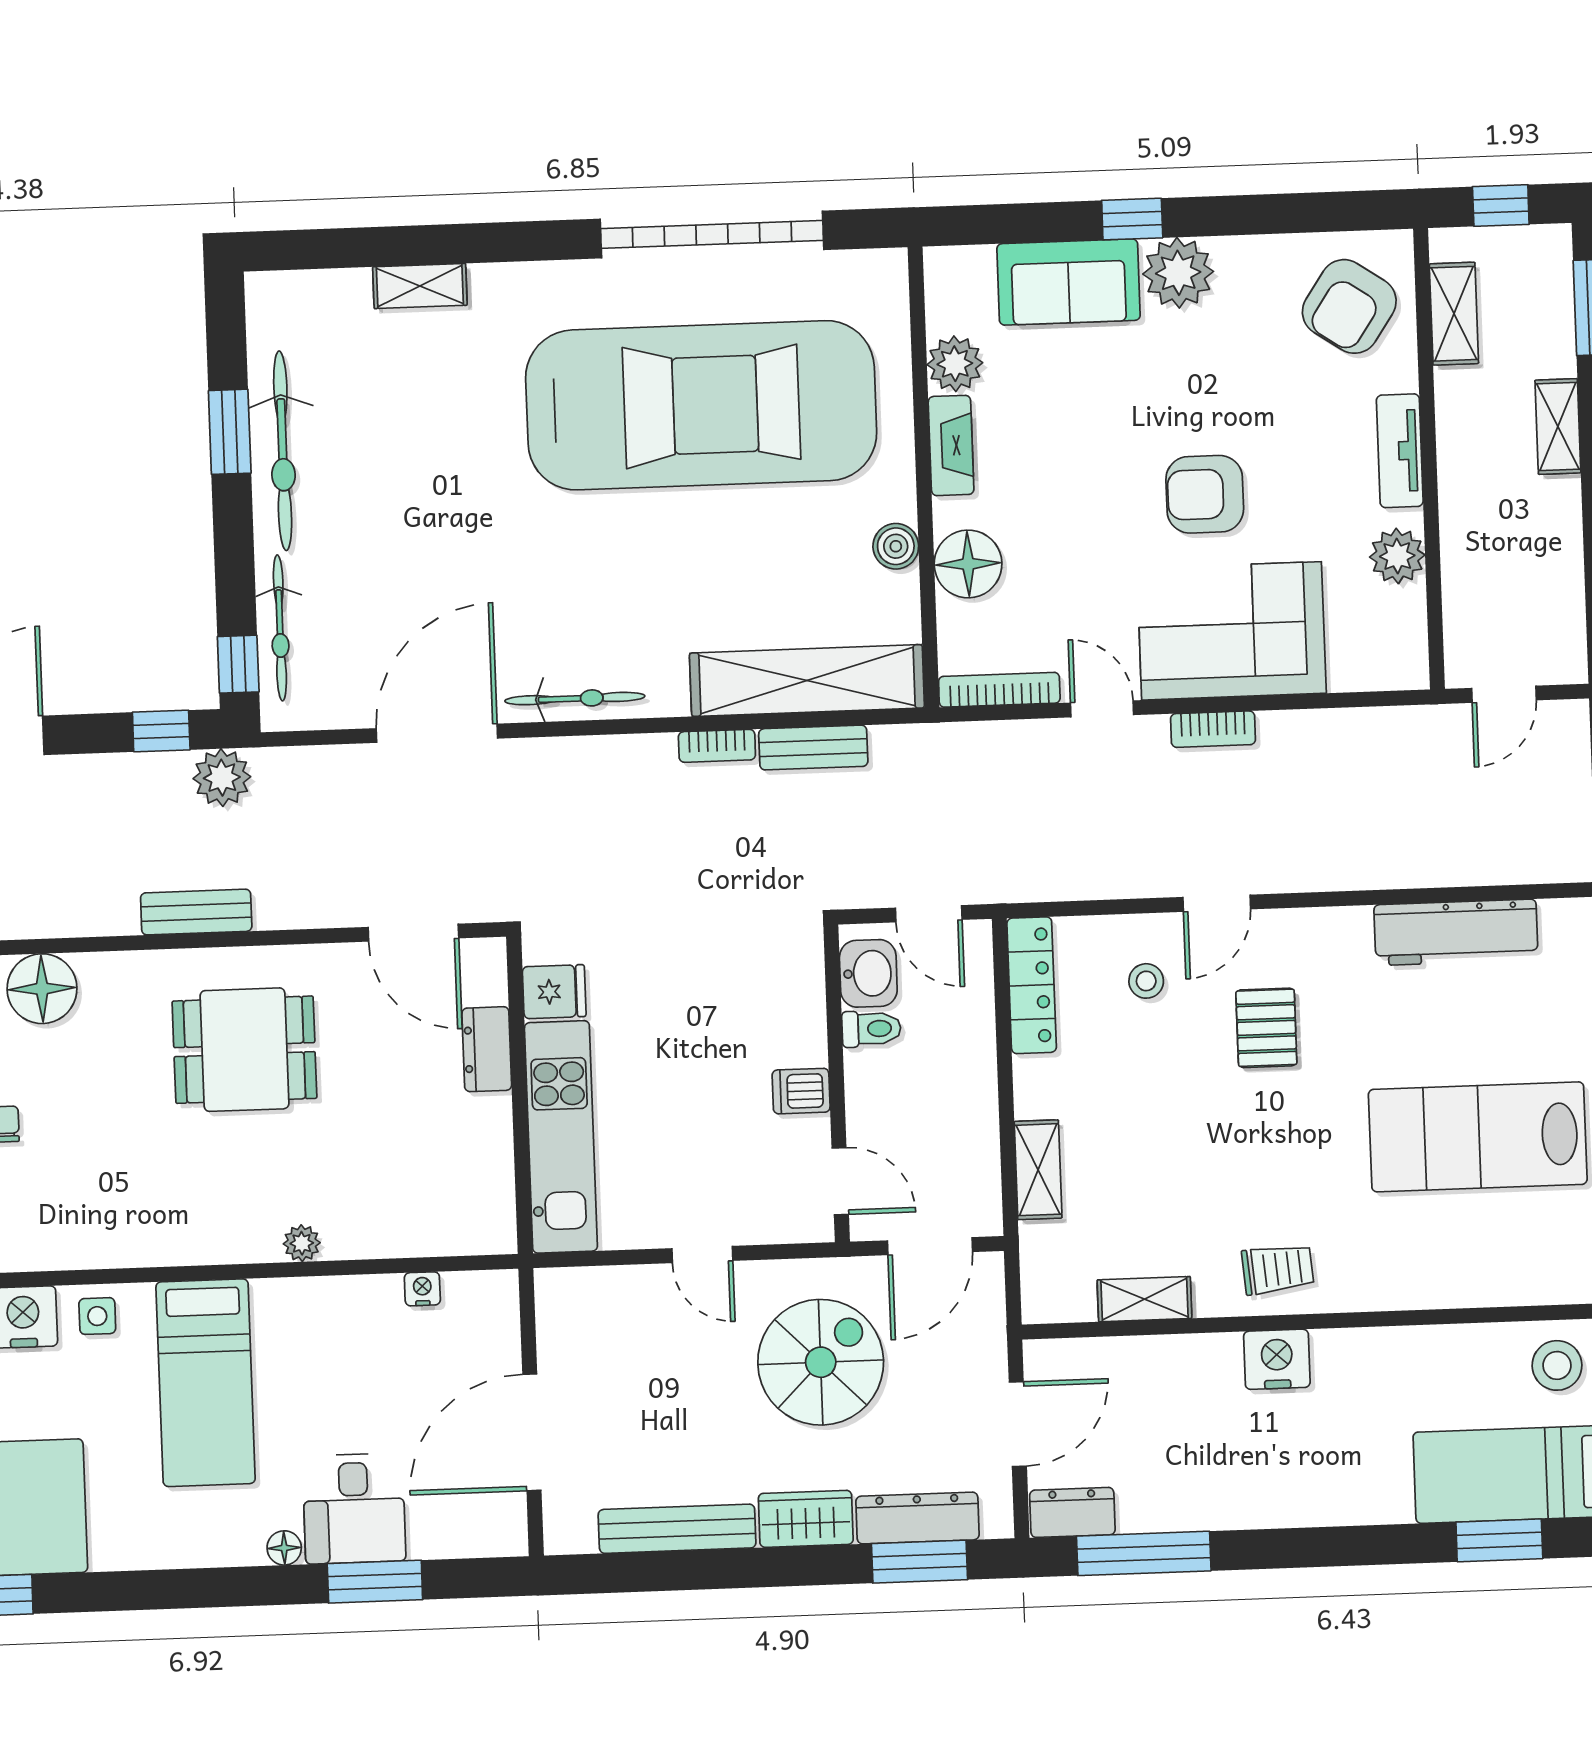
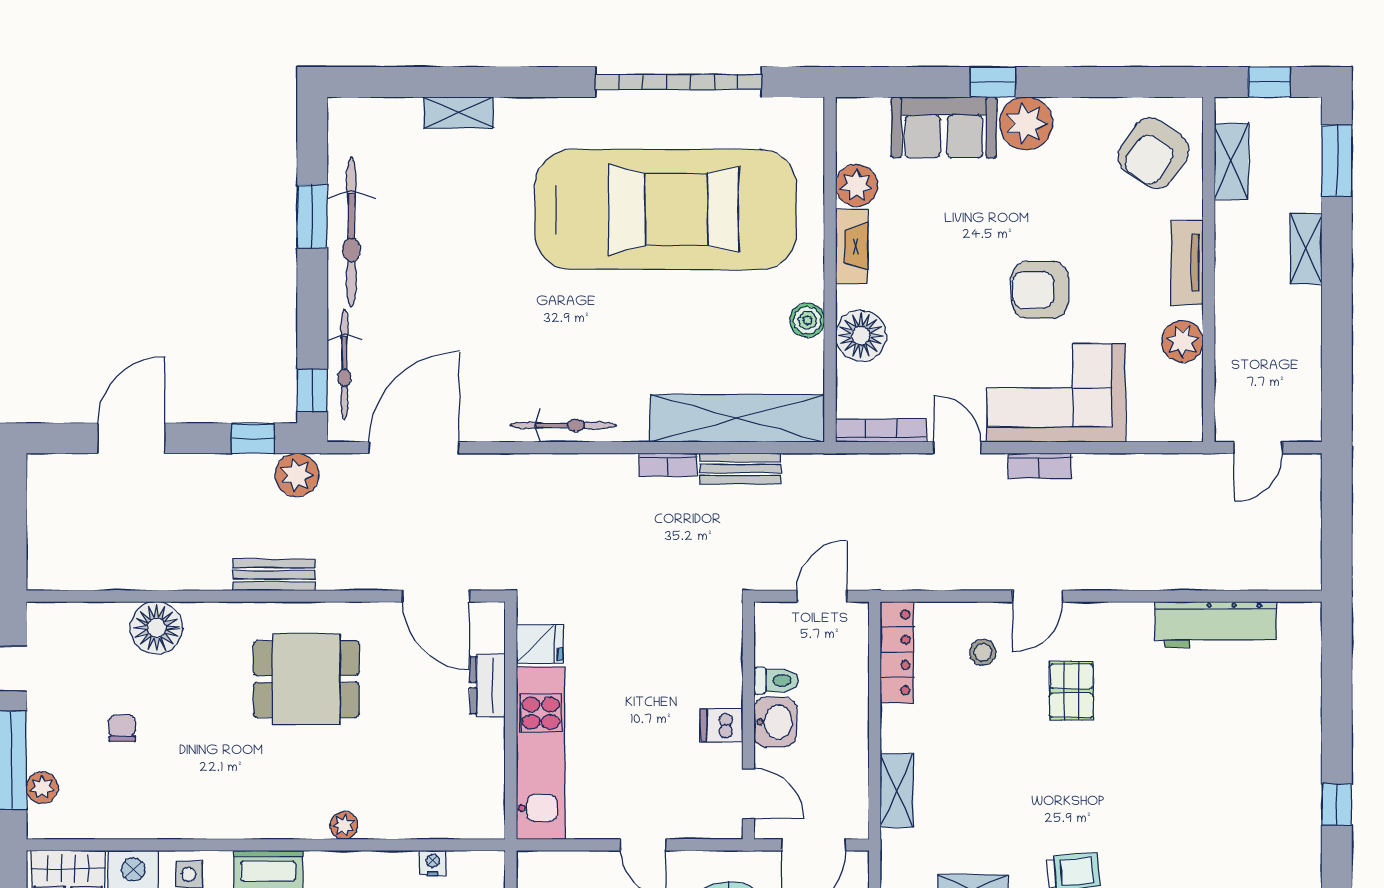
door: (437, 733) -> (414, 448), moved
door: (929, 914) -> (822, 596), swing flipped
washbasin: (868, 973) -> (775, 722), moved
lab bench: (1478, 1137) -> (1227, 778), removed

